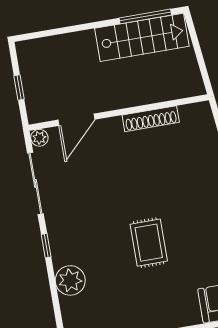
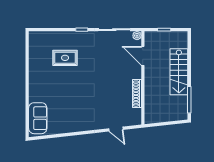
stairs: (142, 37) -> (179, 72), moved
rug: (149, 243) -> (65, 58), moved
plant: (70, 280) -> (62, 39), removed

